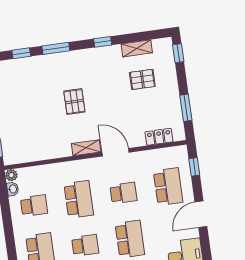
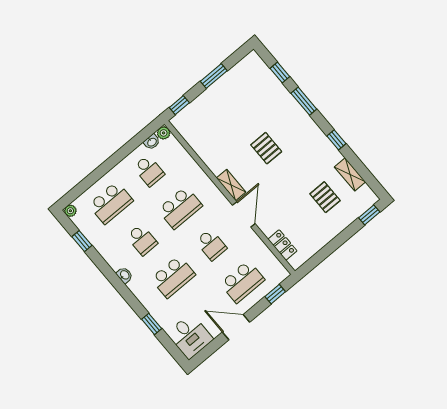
pallet: (74, 102) -> (266, 148), turned 90
window: (186, 108) -> (324, 253), removed

